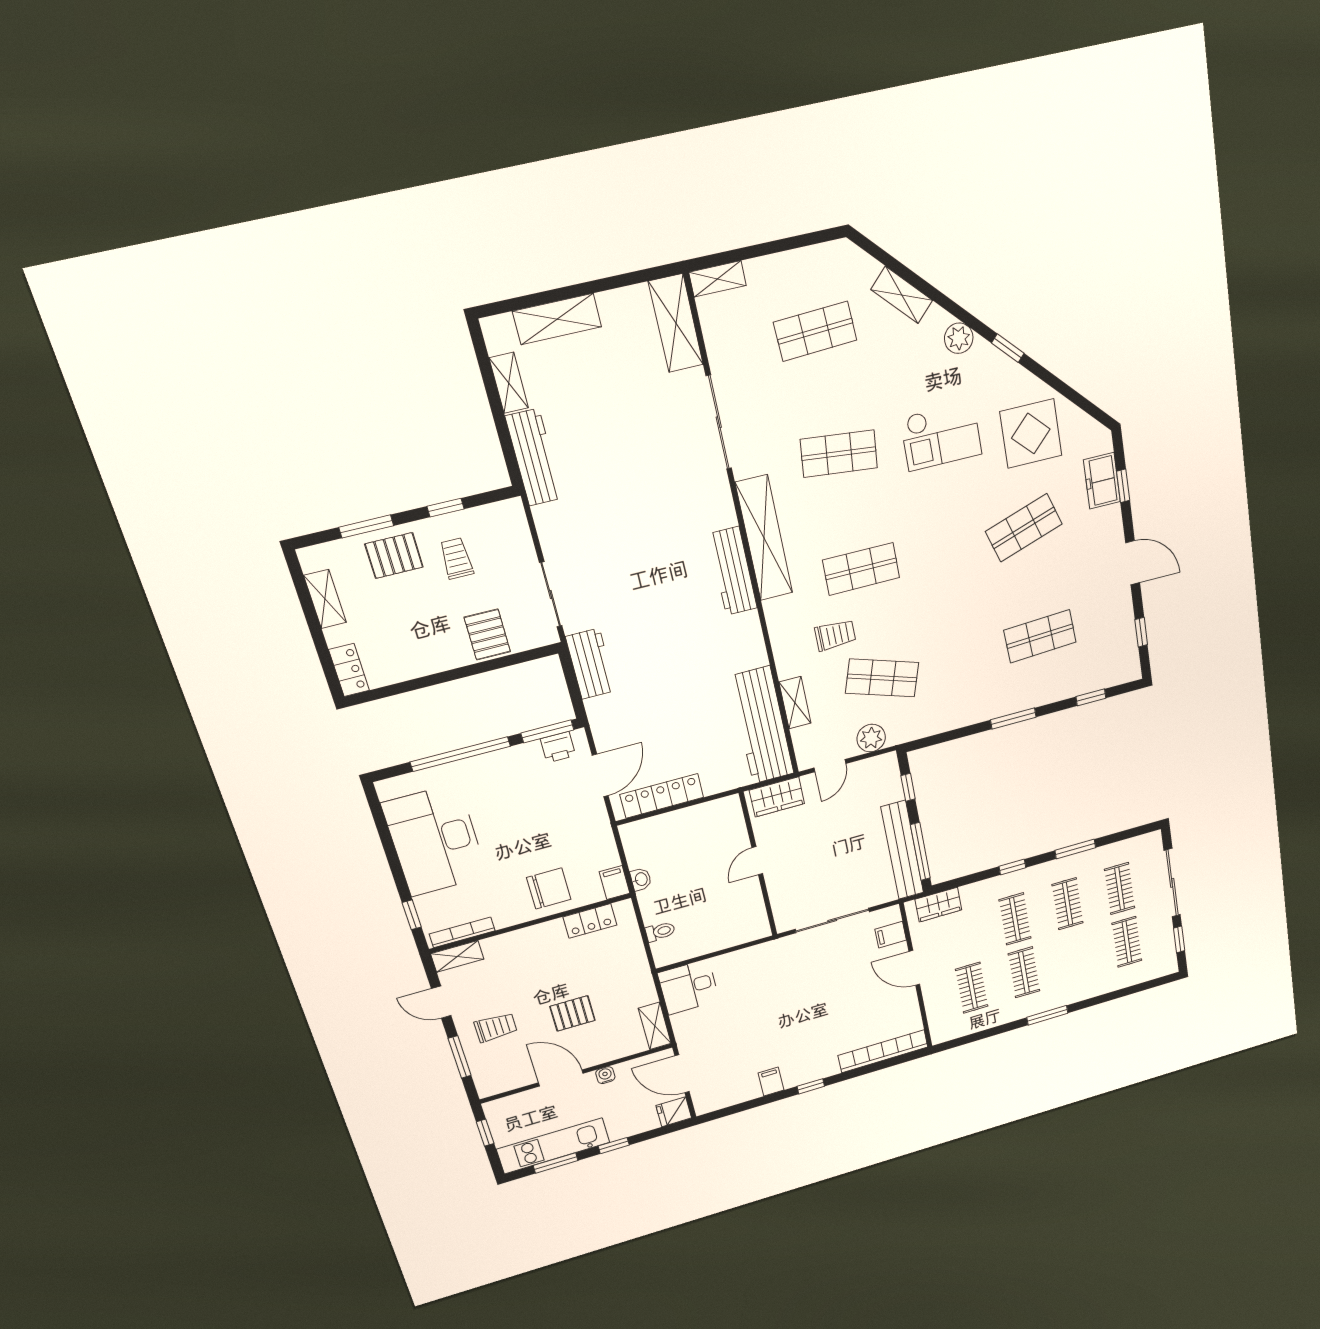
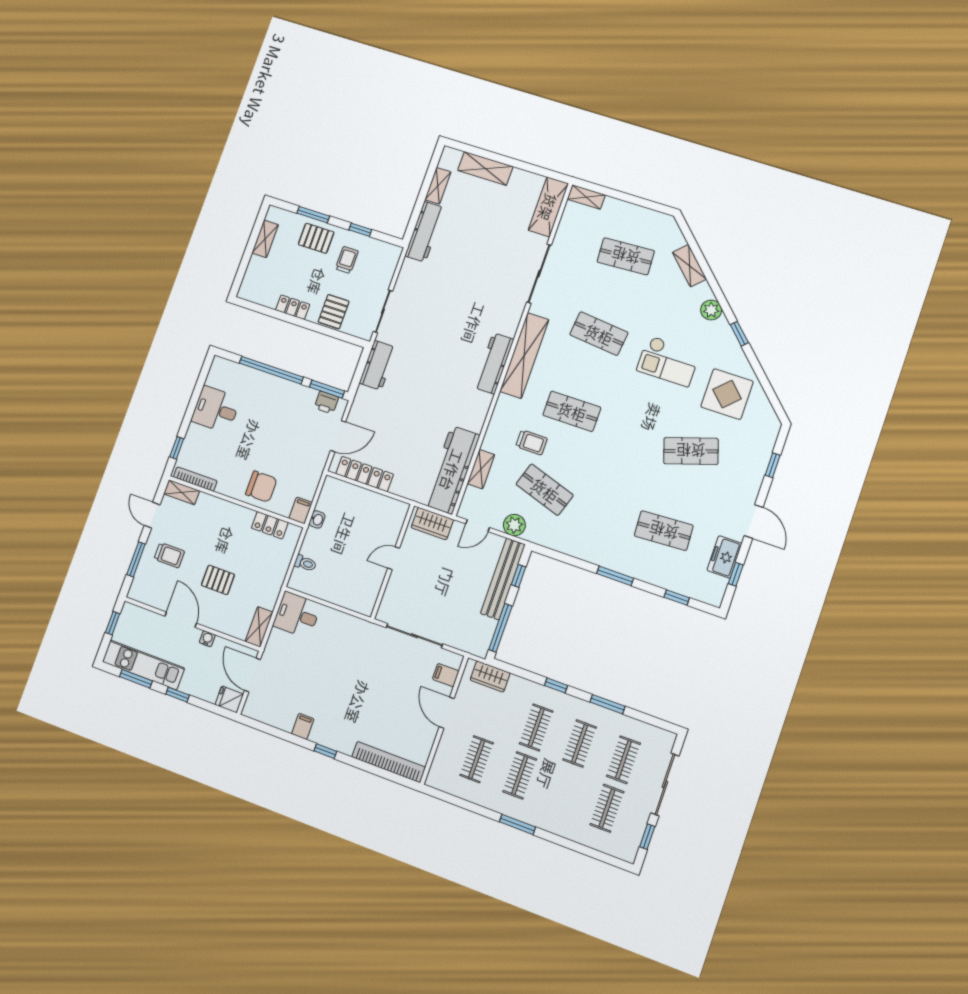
freezer: (1102, 481) -> (724, 557), moved
locker: (349, 670) -> (293, 307), moved, turned -90
desk: (435, 840) -> (216, 409), width x0.53, depth x0.77
bench: (902, 850) -> (503, 579), moved

